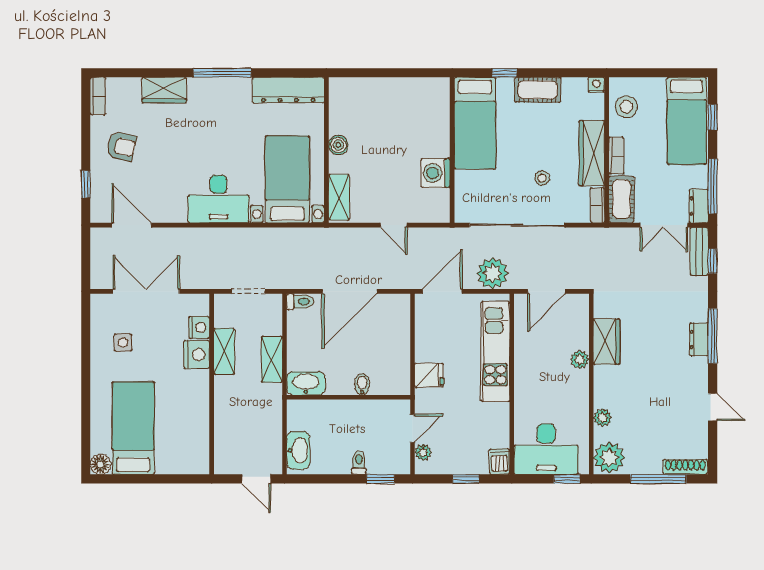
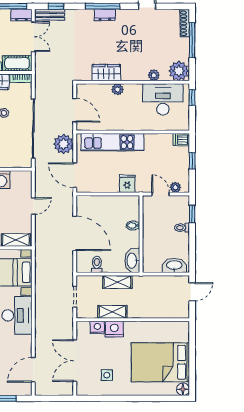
toilet: (300, 302) -> (97, 264), moved
bed: (133, 428) -> (160, 362), width x1.50
desk: (546, 449) -> (163, 99), moved, turned -90

